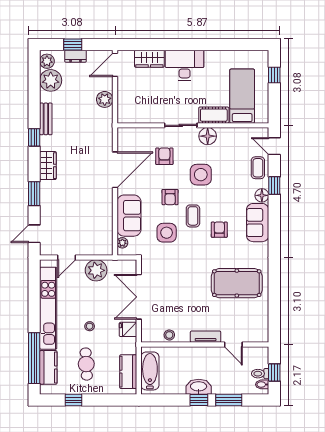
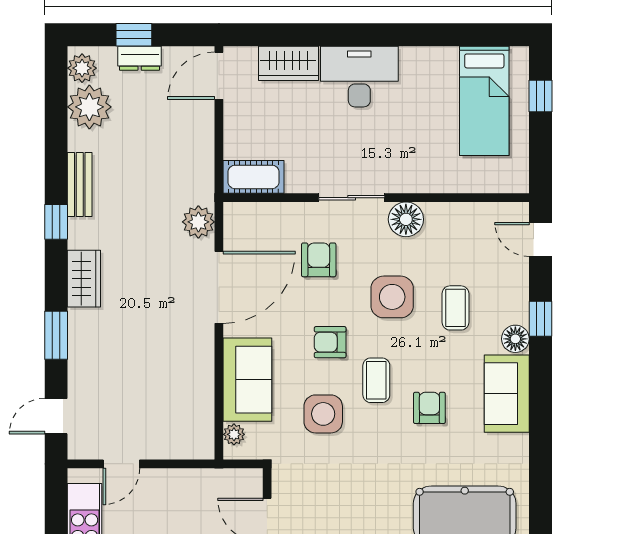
bed: (242, 96) -> (484, 101), moved, turned 180
plant: (105, 99) -> (198, 222), moved
cot: (214, 115) -> (254, 177), moved
coffee table: (258, 168) -> (455, 308), moved
armchair: (170, 197) -> (330, 342), turned 90
plant: (96, 270) -> (181, 490), removed

